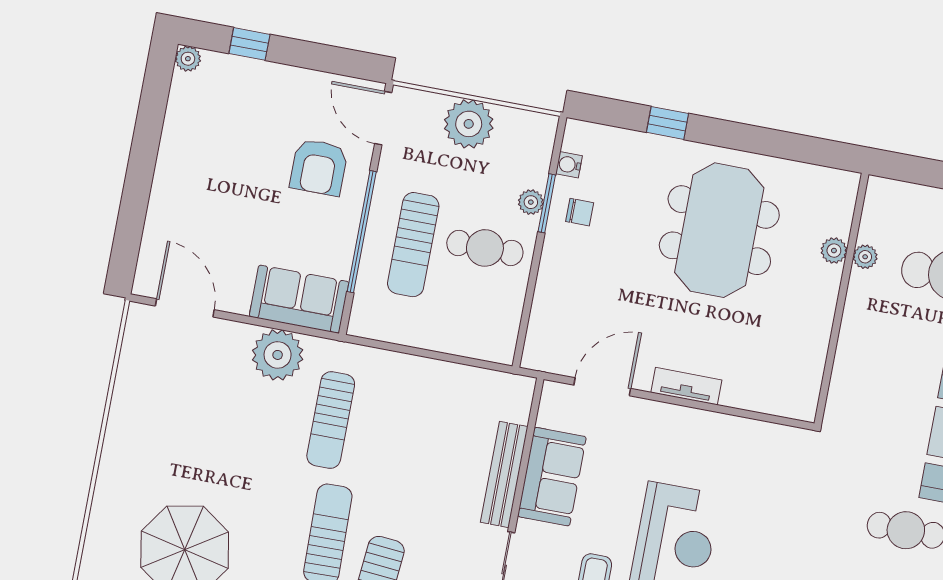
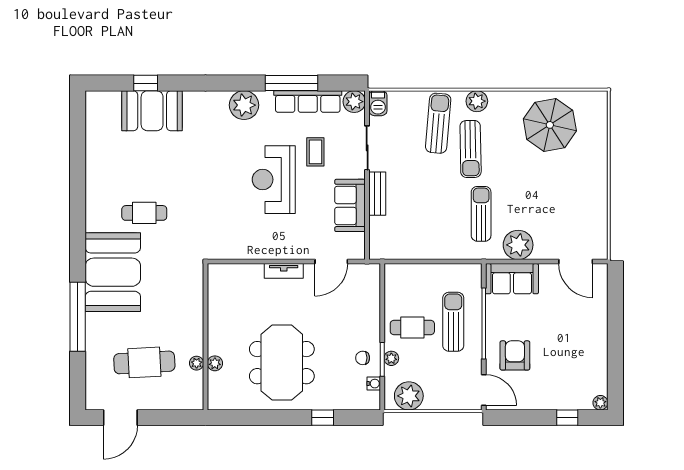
plant: (469, 124) -> (409, 396), moved
bench: (504, 474) -> (377, 194), width x0.73

